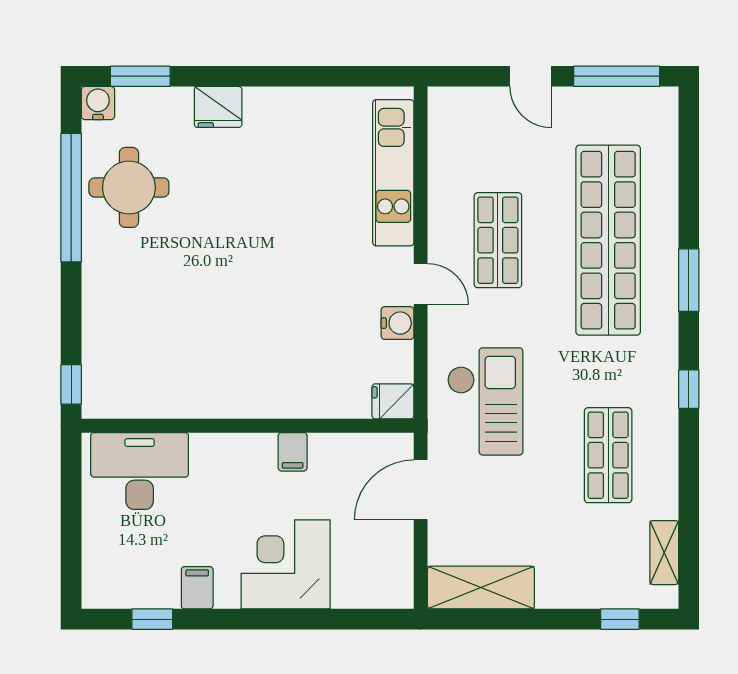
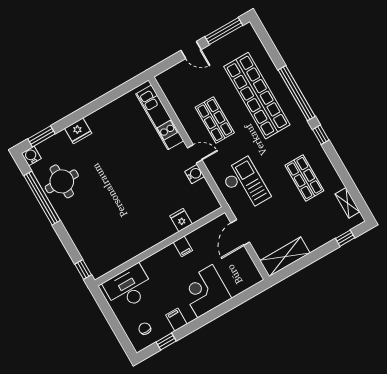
window: (689, 280) -> (297, 93), width x2.11
fridge: (393, 401) -> (181, 220), moved, turned 90
chair: (125, 570) -> (145, 329), added

